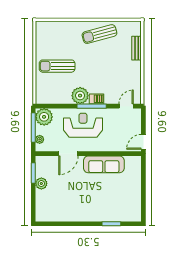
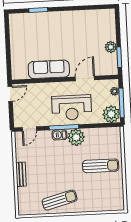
bench: (137, 48) -> (21, 174), moved

